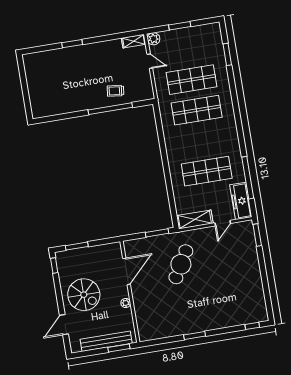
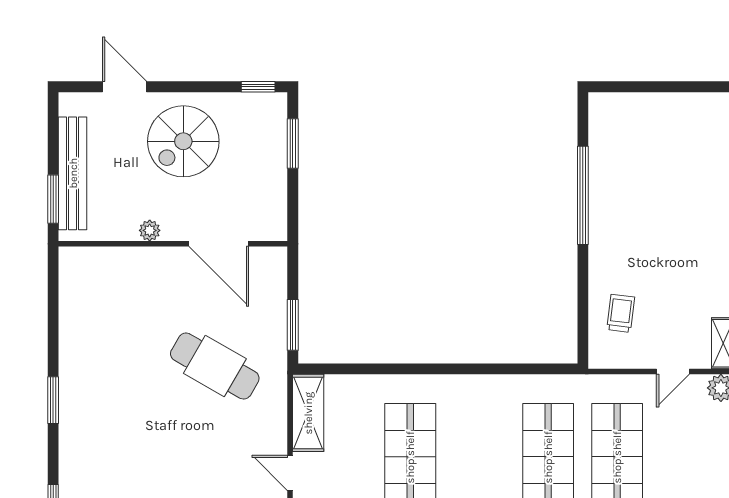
trolley: (116, 91) -> (621, 313), moved
window: (110, 109) -> (583, 195), moved
window: (195, 335) -> (53, 400), moved

